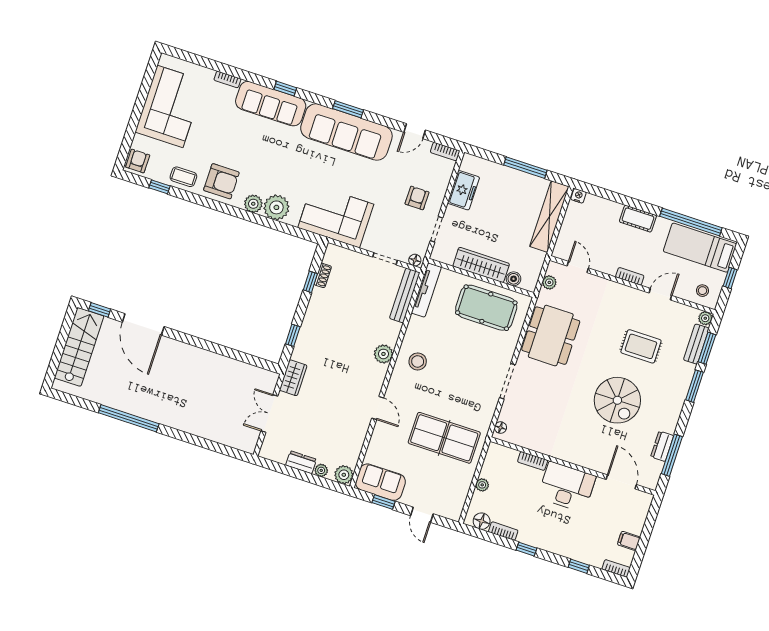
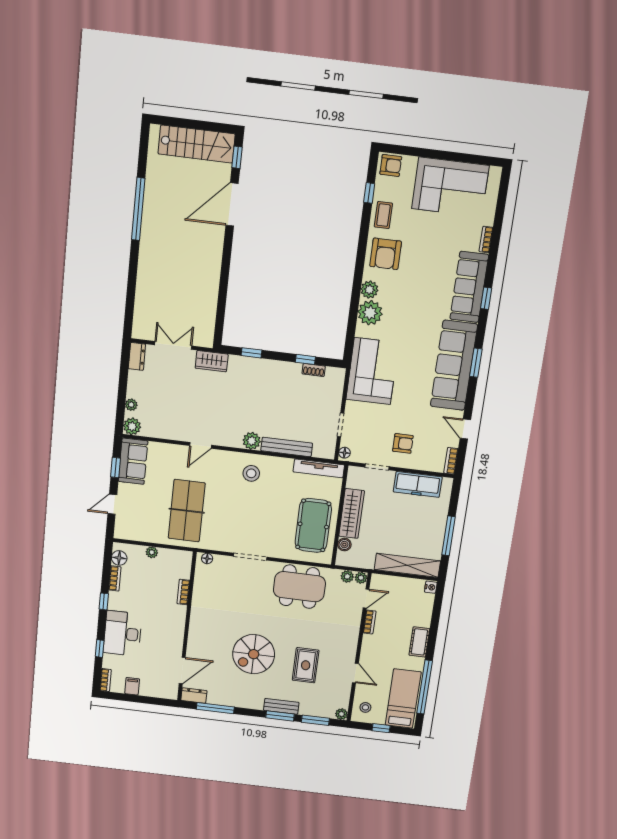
freezer: (463, 190) -> (418, 484), width x1.40
plant: (554, 268) -> (361, 578), added
bookcase: (630, 276) -> (369, 622), moved
bench: (405, 295) -> (287, 447), moved
bench: (696, 344) -> (281, 706), moved
dresser: (662, 446) -> (194, 695), moved
dresser: (301, 462) -> (137, 356), moved
desk: (567, 487) -> (123, 633), moved, turned 180

